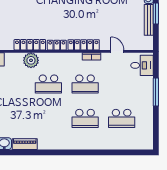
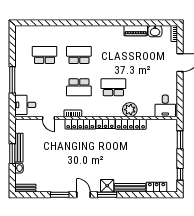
school desk: (85, 84) -> (79, 87), turned 180

